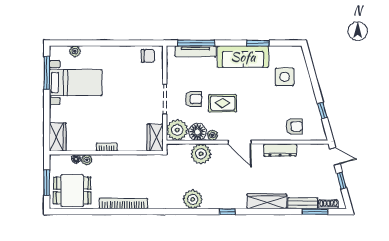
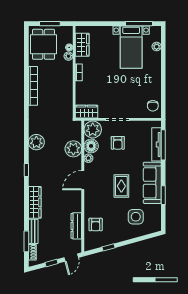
rug: (223, 103) -> (121, 186), moved
wardrobe: (58, 137) -> (82, 45), moved, turned -90
dresser: (280, 150) -> (76, 226), moved

